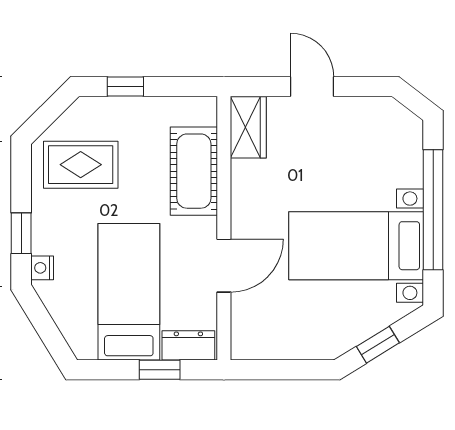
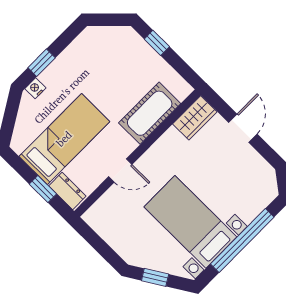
rug: (81, 165) -> (100, 58), removed
door: (224, 266) -> (120, 170), width x0.73

